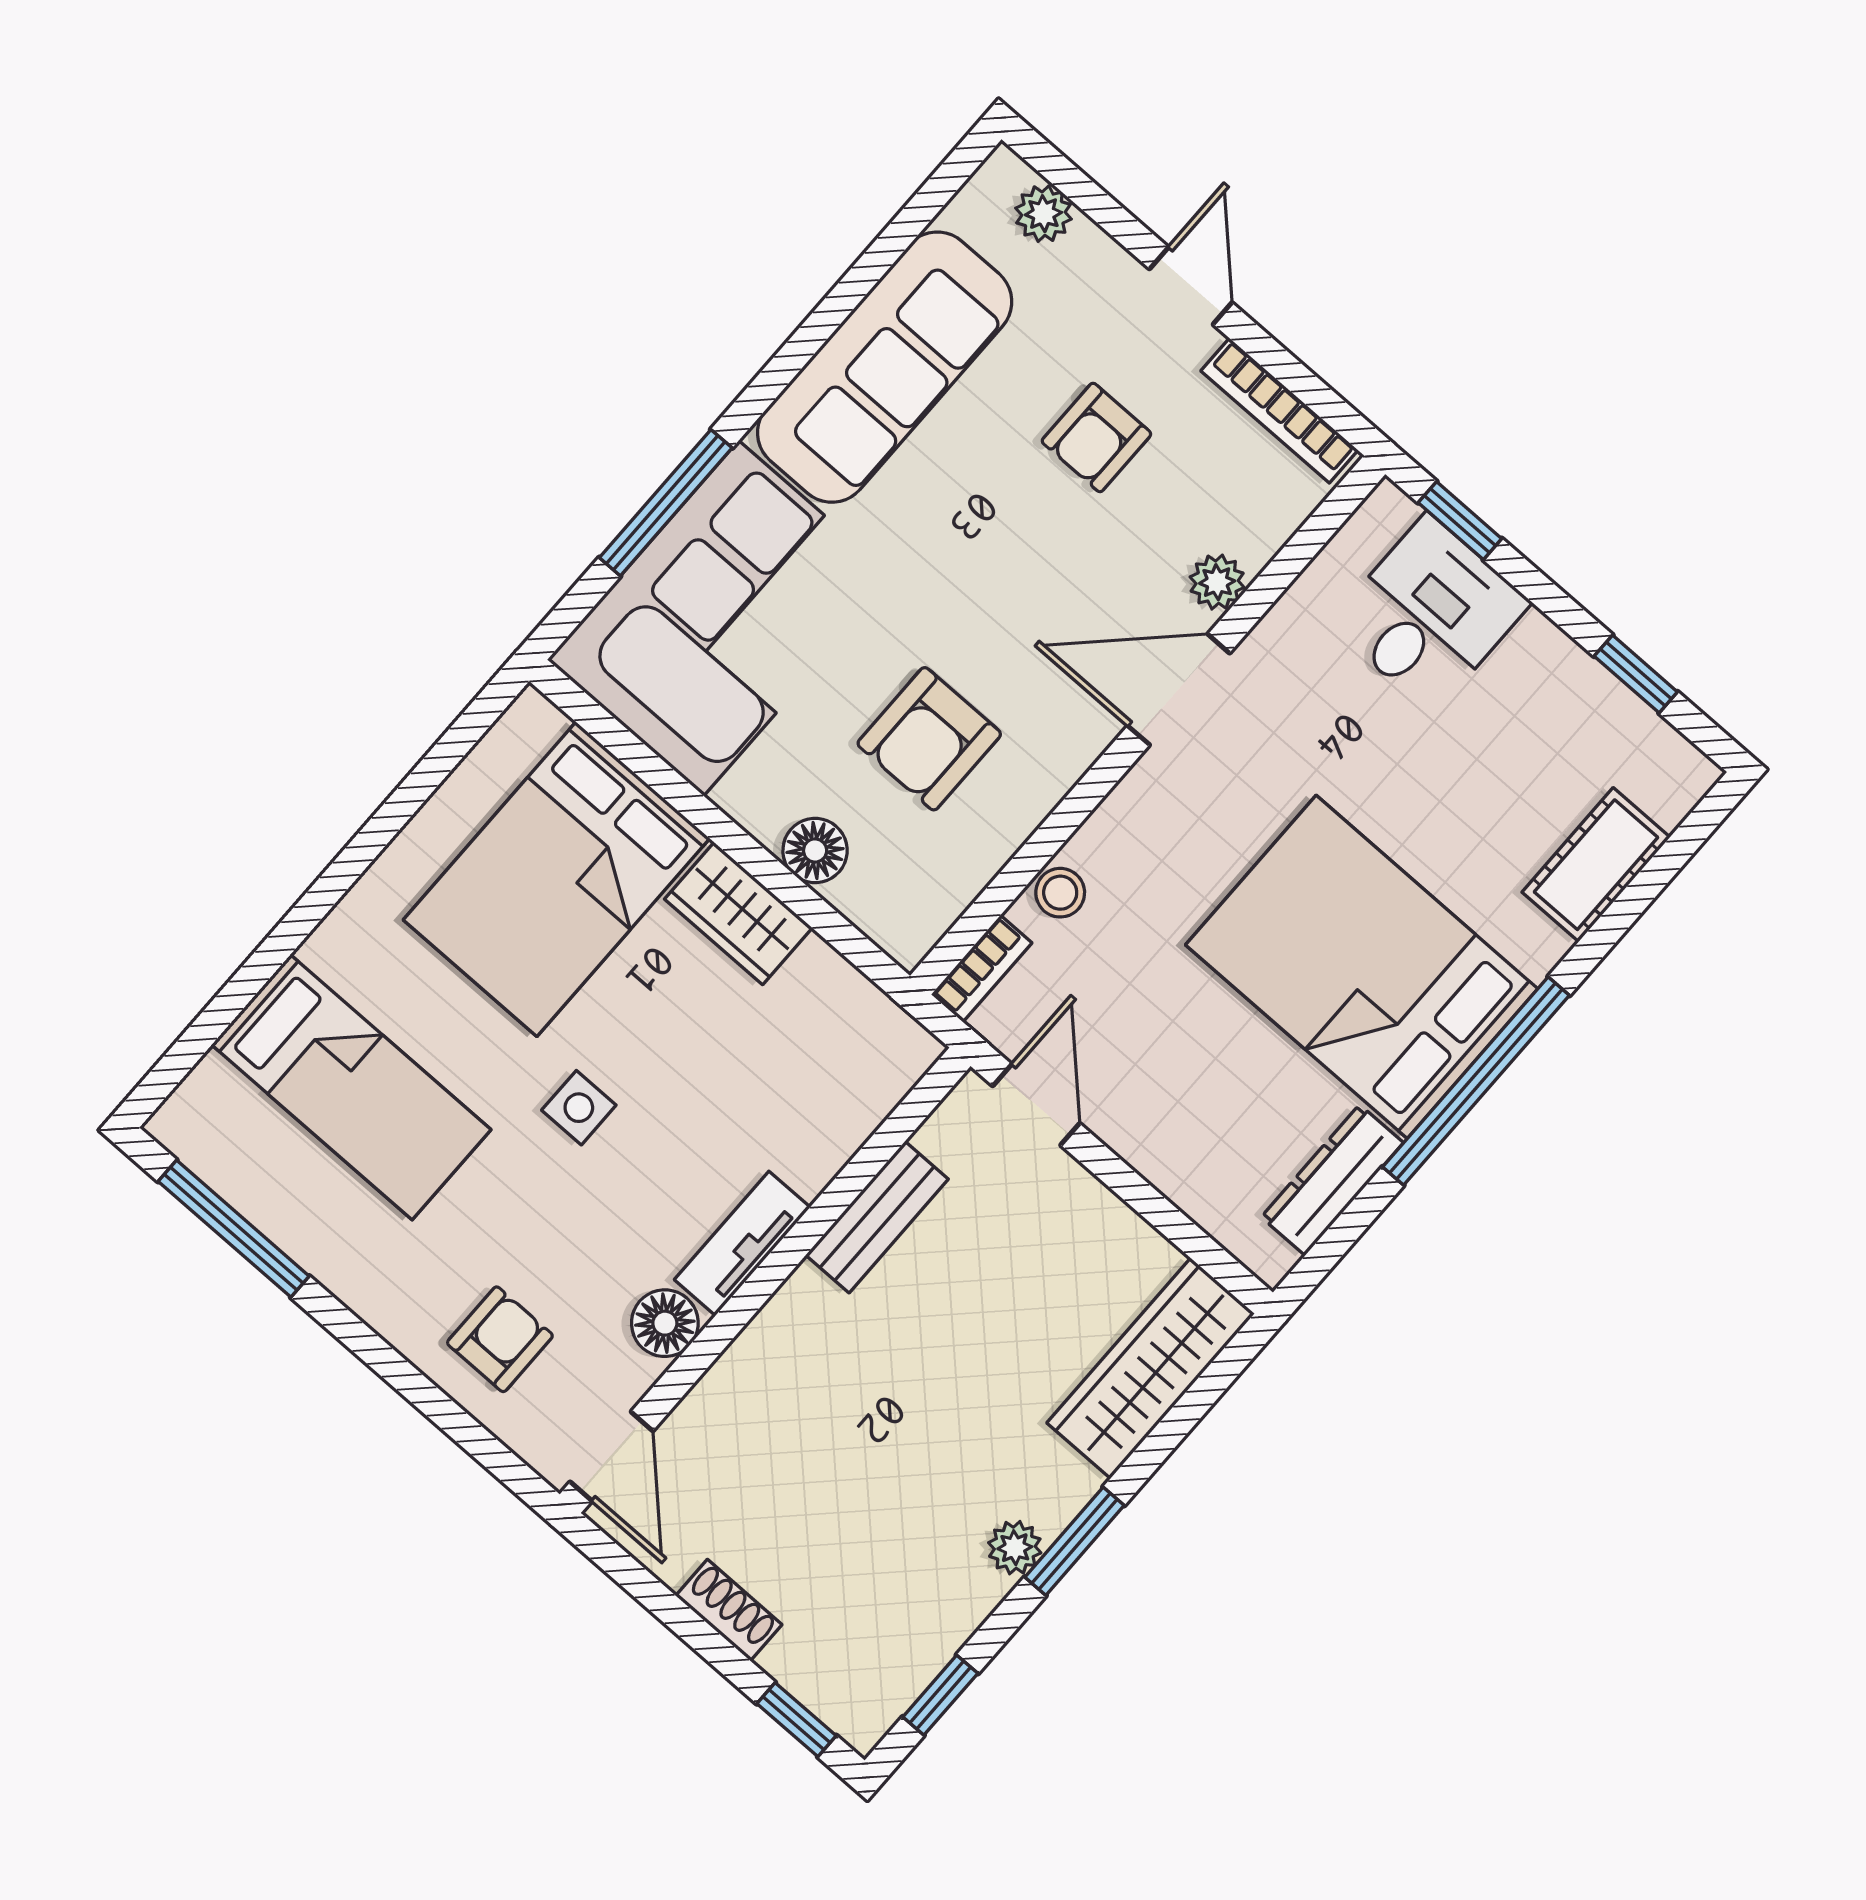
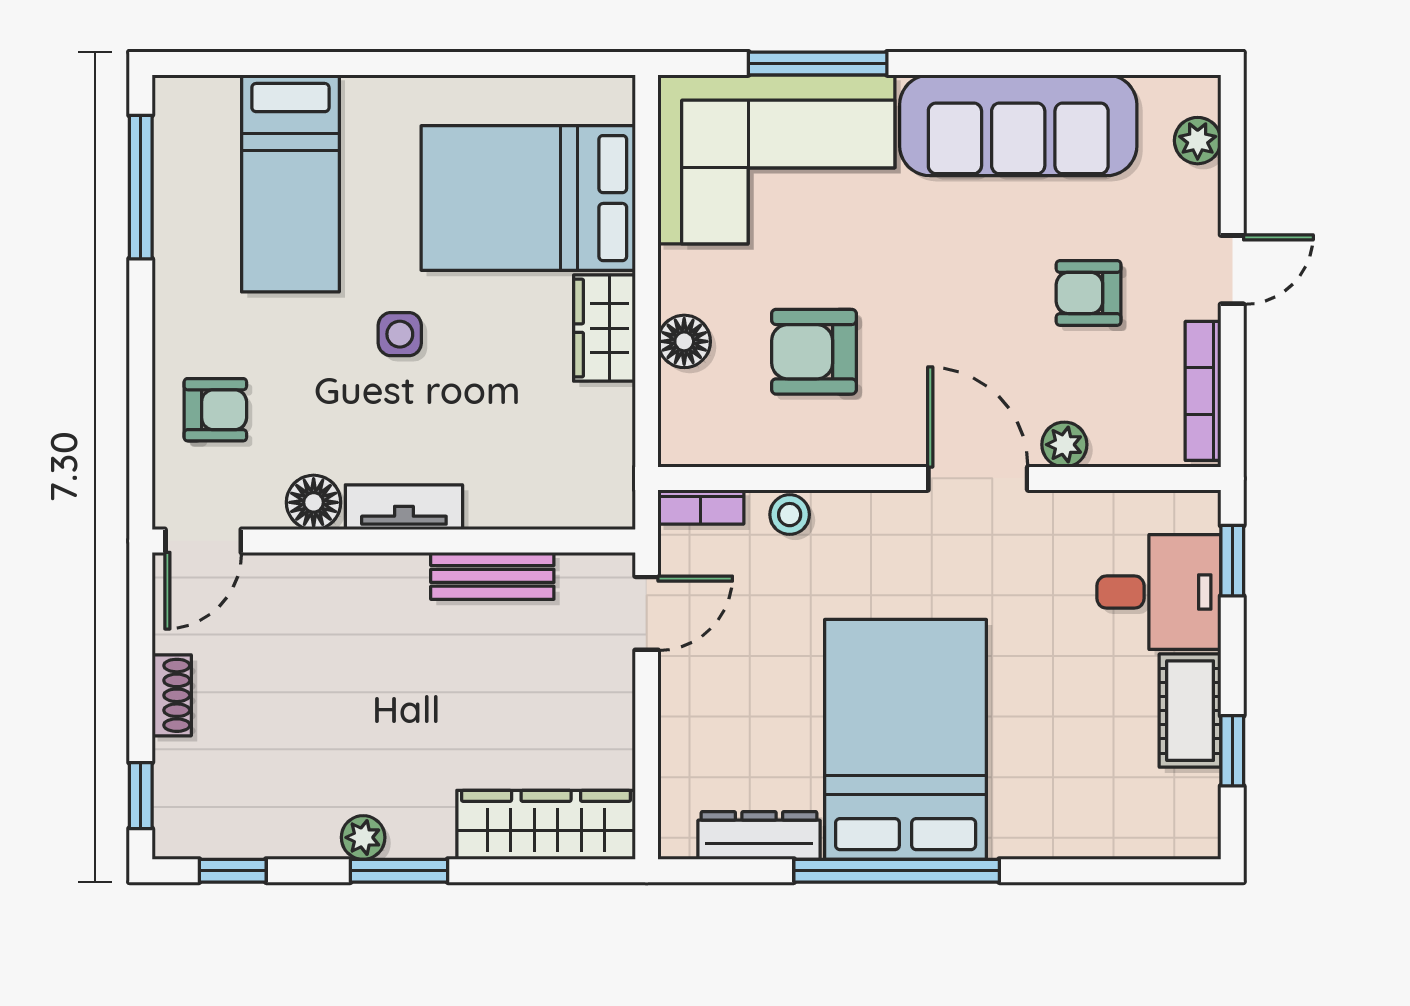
cot: (1596, 865) -> (1190, 711), moved, turned 90

